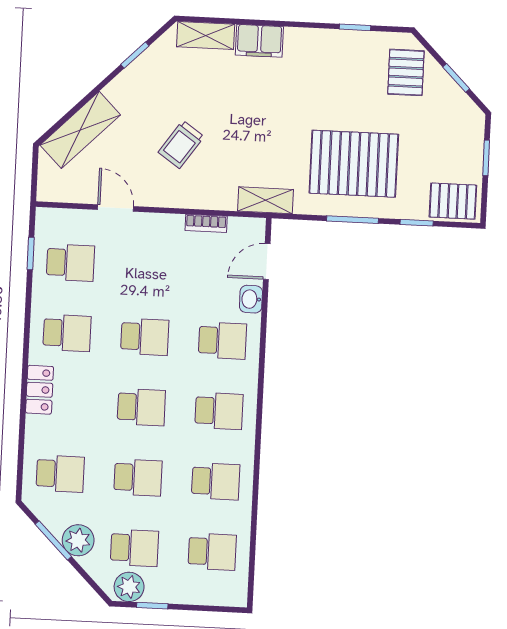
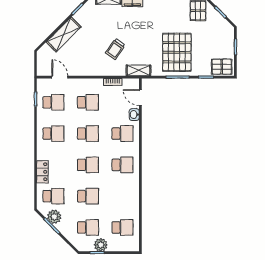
shelving: (80, 130) -> (64, 34), moved
trolley: (181, 144) -> (115, 49), moved
pallet: (354, 164) -> (177, 52), turned 90
door: (116, 208) -> (60, 77), moved
door: (267, 262) -> (140, 98), hinge flipped
locker: (40, 390) -> (42, 172), moved
school desk: (216, 481) -> (88, 102), moved
plant: (78, 540) -> (54, 217), moved
plant: (129, 587) -> (101, 245), moved

